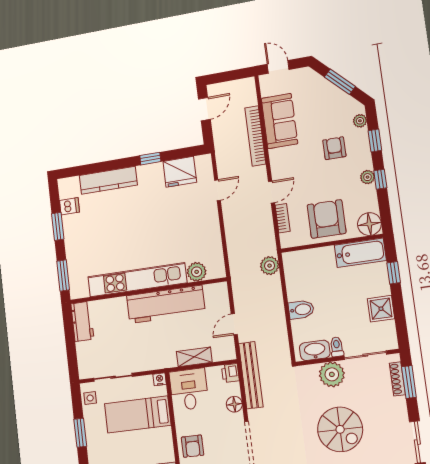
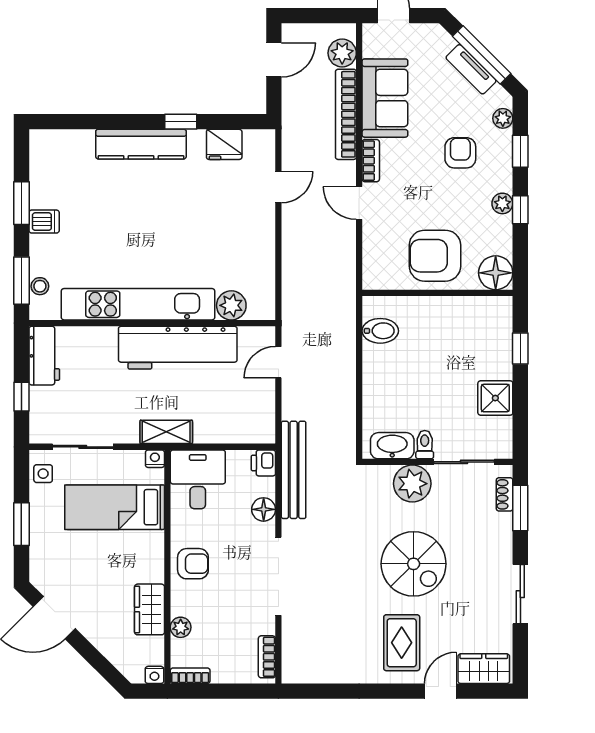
window: (340, 82) -> (482, 55), width x1.44
tv unit: (334, 92) -> (471, 69), added
fridge: (180, 172) -> (224, 144), width x0.73, depth x0.75
kitchen counter: (108, 180) -> (141, 144), moved
door: (271, 192) -> (359, 203), swing flipped
dishwasher: (69, 206) -> (44, 222), moved
bookcase: (283, 218) -> (371, 161), moved
armchair: (327, 219) -> (435, 256), turned -90
bathtub: (360, 253) -> (477, 313), removed
plant: (270, 266) -> (342, 53), moved
stool: (75, 277) -> (40, 286), added
bidet: (301, 310) -> (380, 331), moved
door: (234, 324) -> (278, 362), moved
window: (71, 350) -> (21, 397), added
shelving: (194, 357) -> (166, 432), moved
shoe rack: (397, 379) -> (505, 494), width x0.70
armchair: (192, 446) -> (193, 564), turned -90

